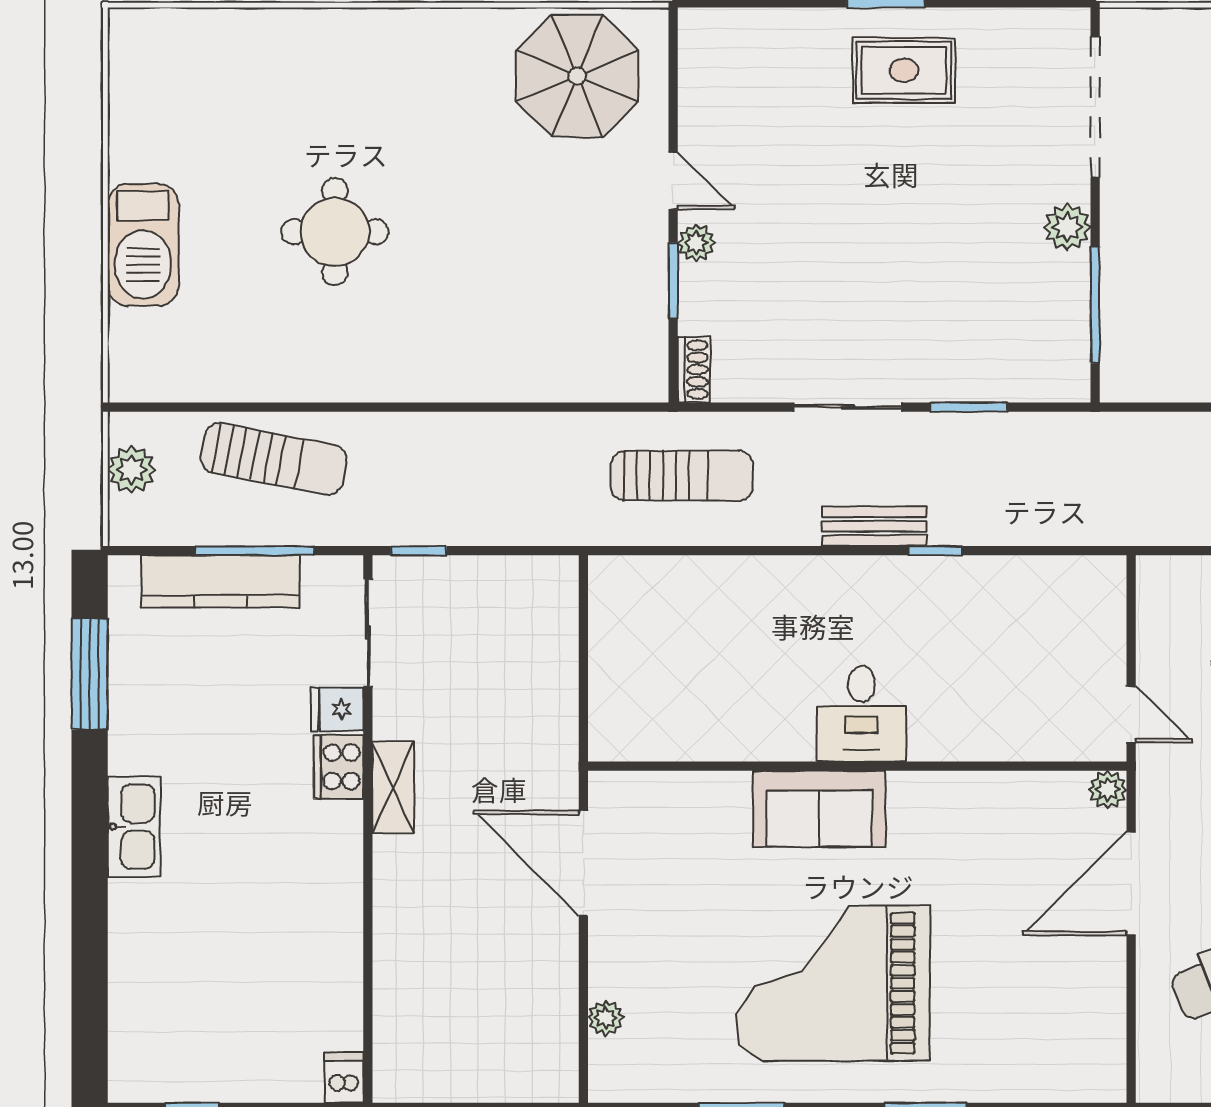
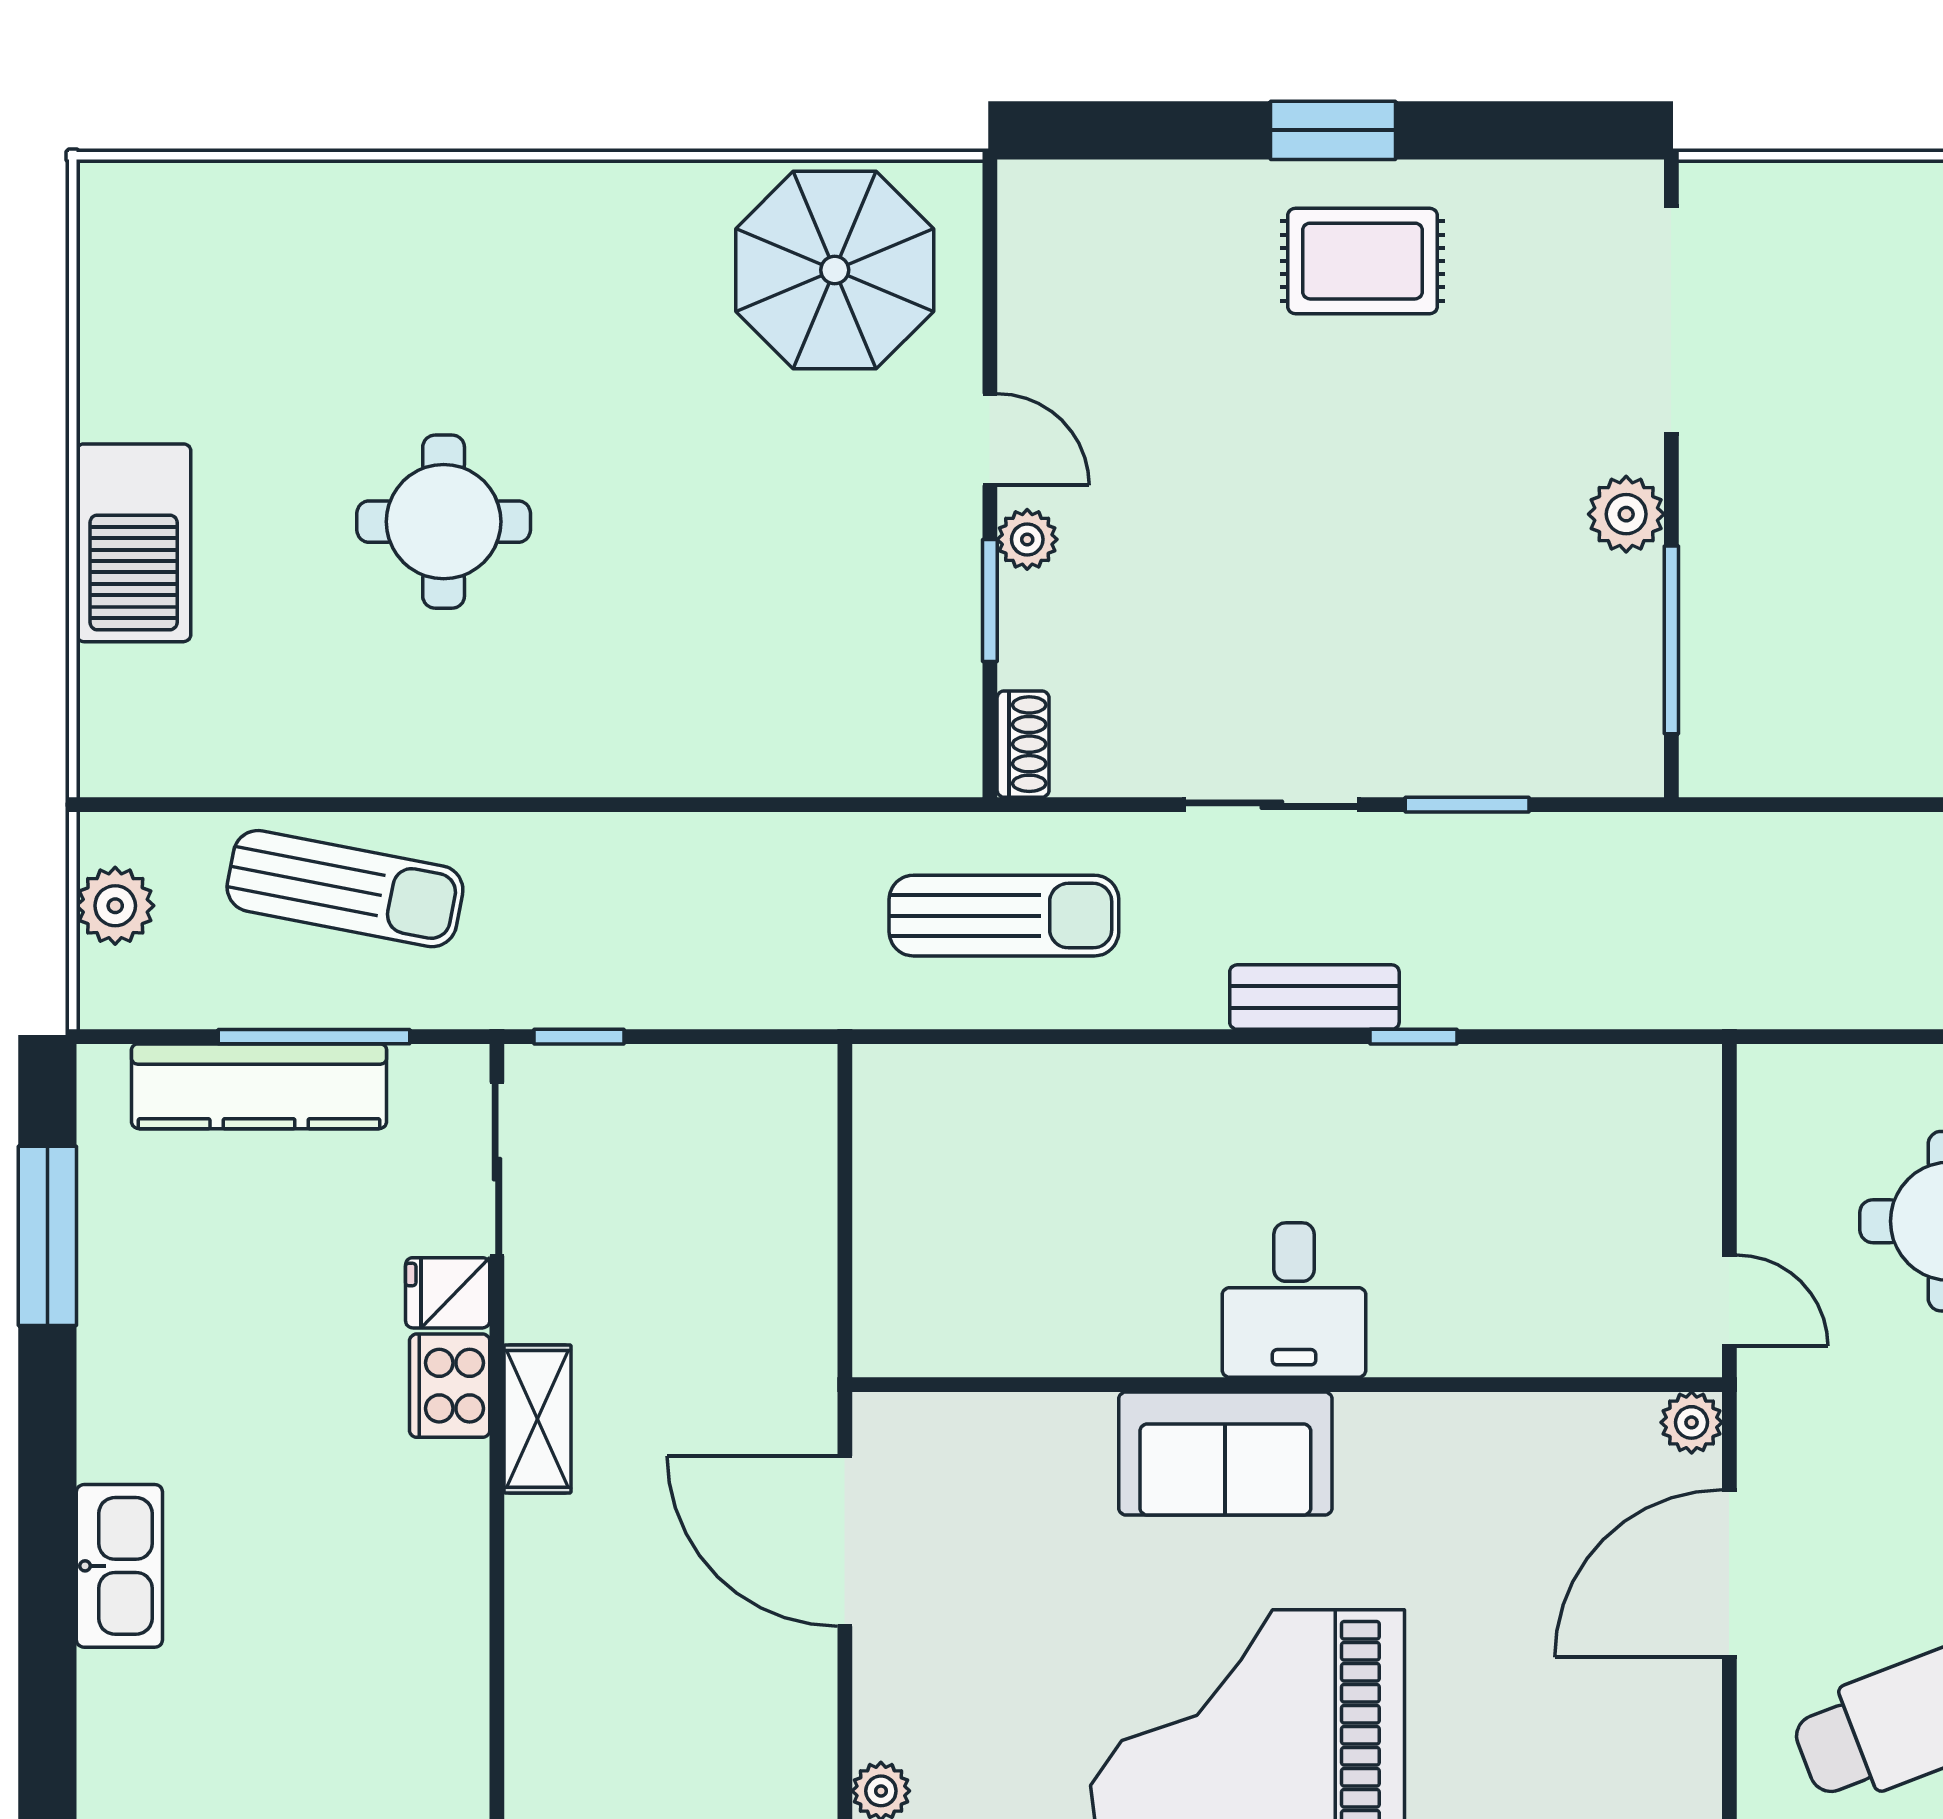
kitchen sink: (134, 827) -> (119, 1566), moved

